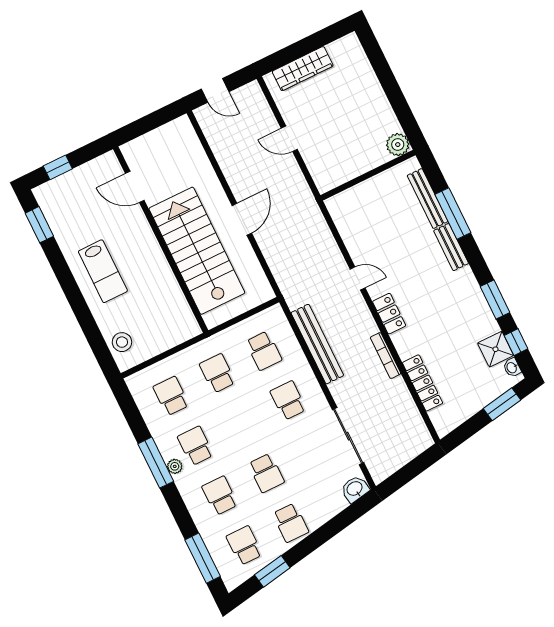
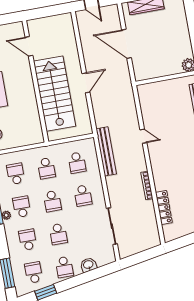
door: (289, 139) -> (127, 44), width x1.88
locker: (389, 314) -> (156, 162), removed
bench: (317, 344) -> (106, 151), moved
school desk: (217, 373) -> (46, 168), turned 180
school desk: (288, 400) -> (83, 196), turned 180
school desk: (242, 423) -> (52, 201), added
washbasin: (355, 489) -> (88, 265), moved

